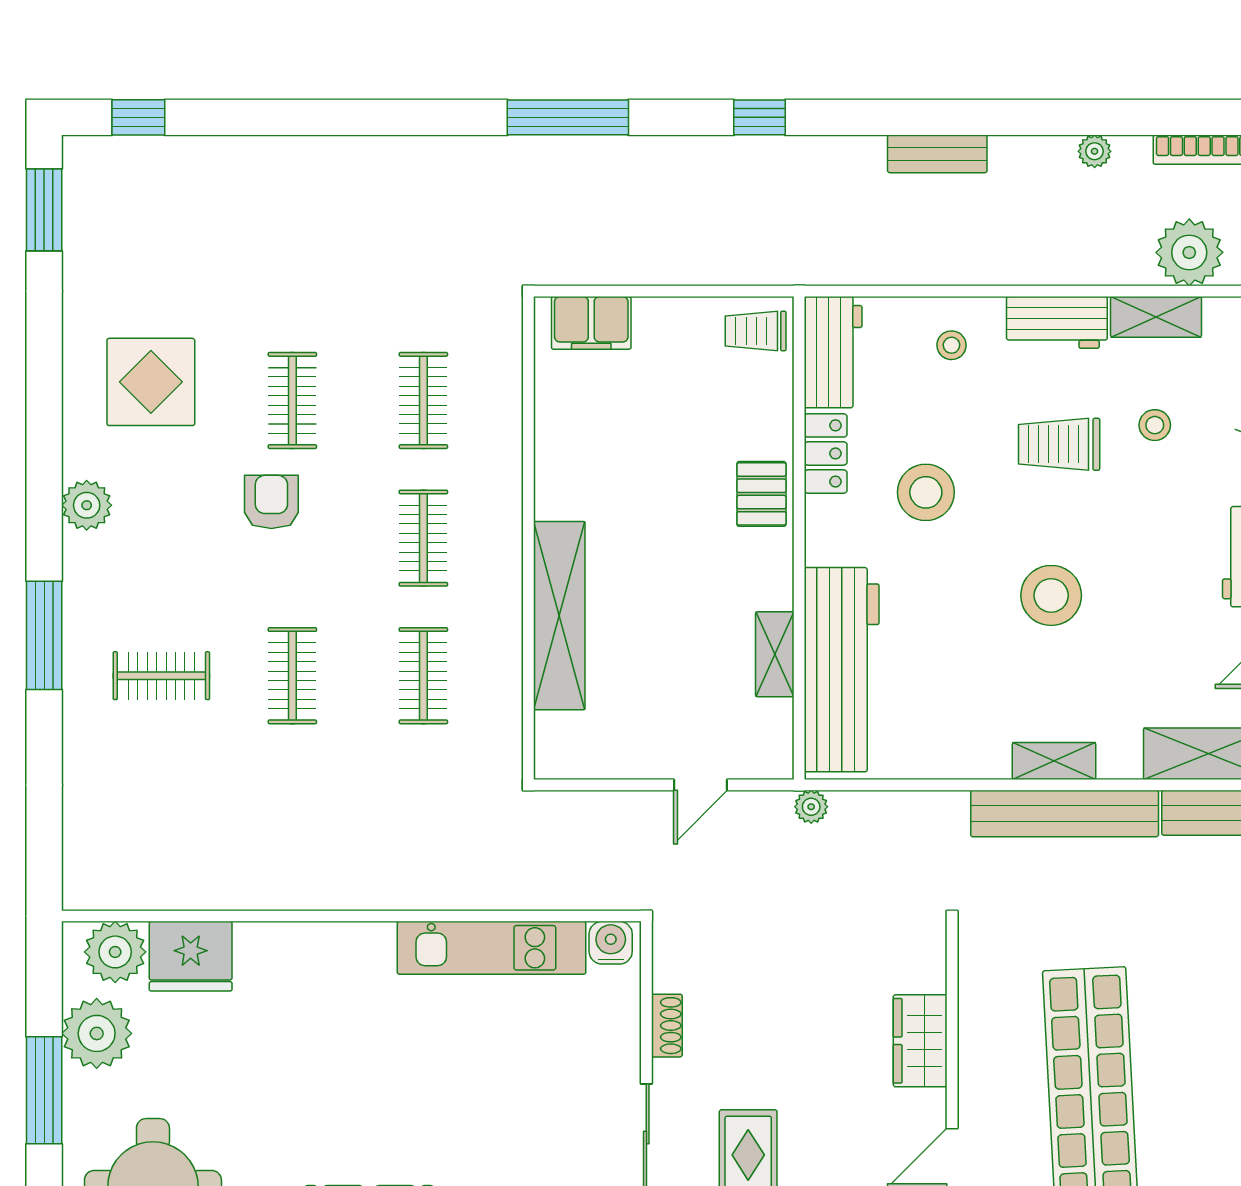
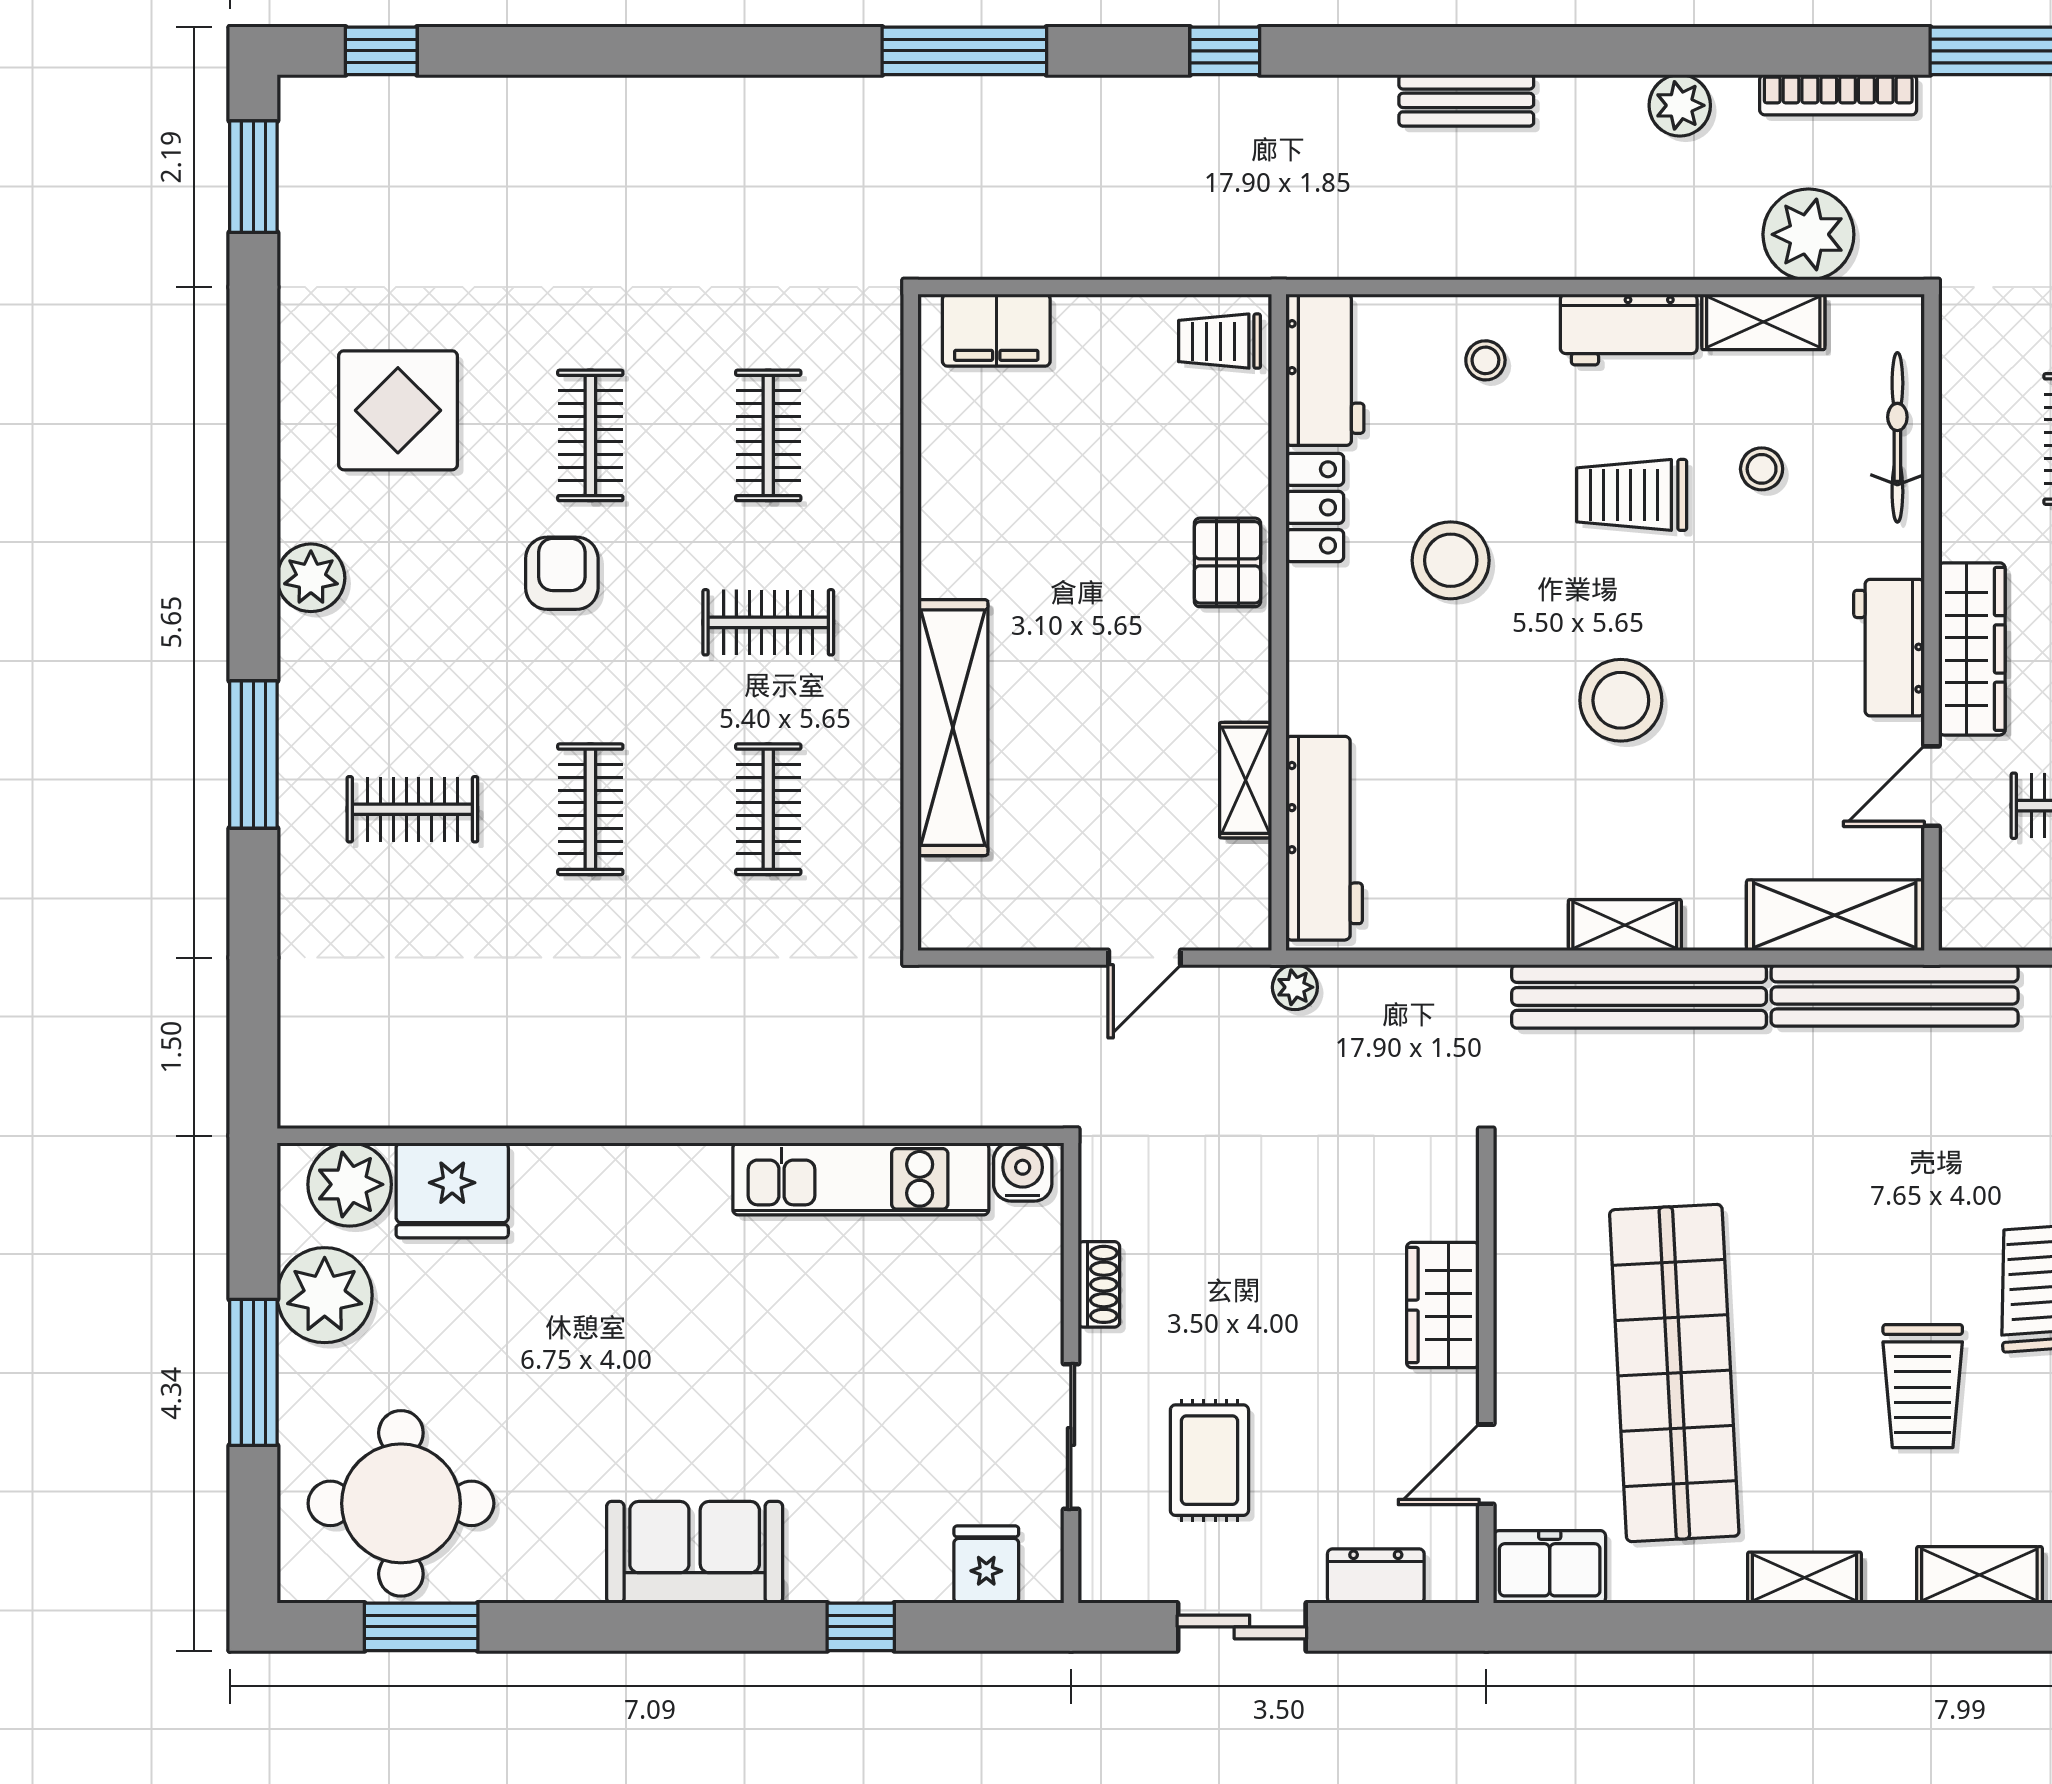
plant: (1095, 151) -> (1680, 105), width x1.38, depth x1.38
clothes rail: (423, 538) -> (768, 622), turned 90
workbench: (842, 670) -> (1324, 838), width x0.73, depth x0.76

